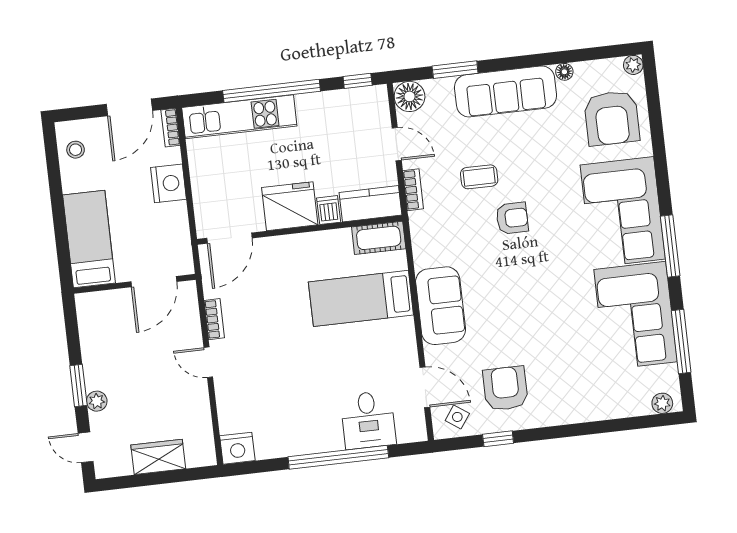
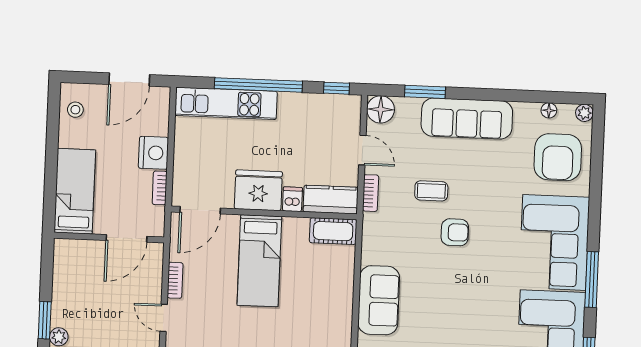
floor lamp: (564, 72) -> (549, 110), moved
bookcase: (171, 128) -> (160, 188), moved
bed: (361, 298) -> (259, 261), moved, turned -90

